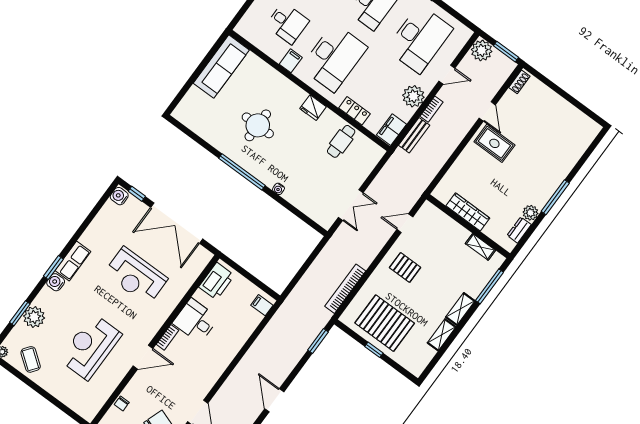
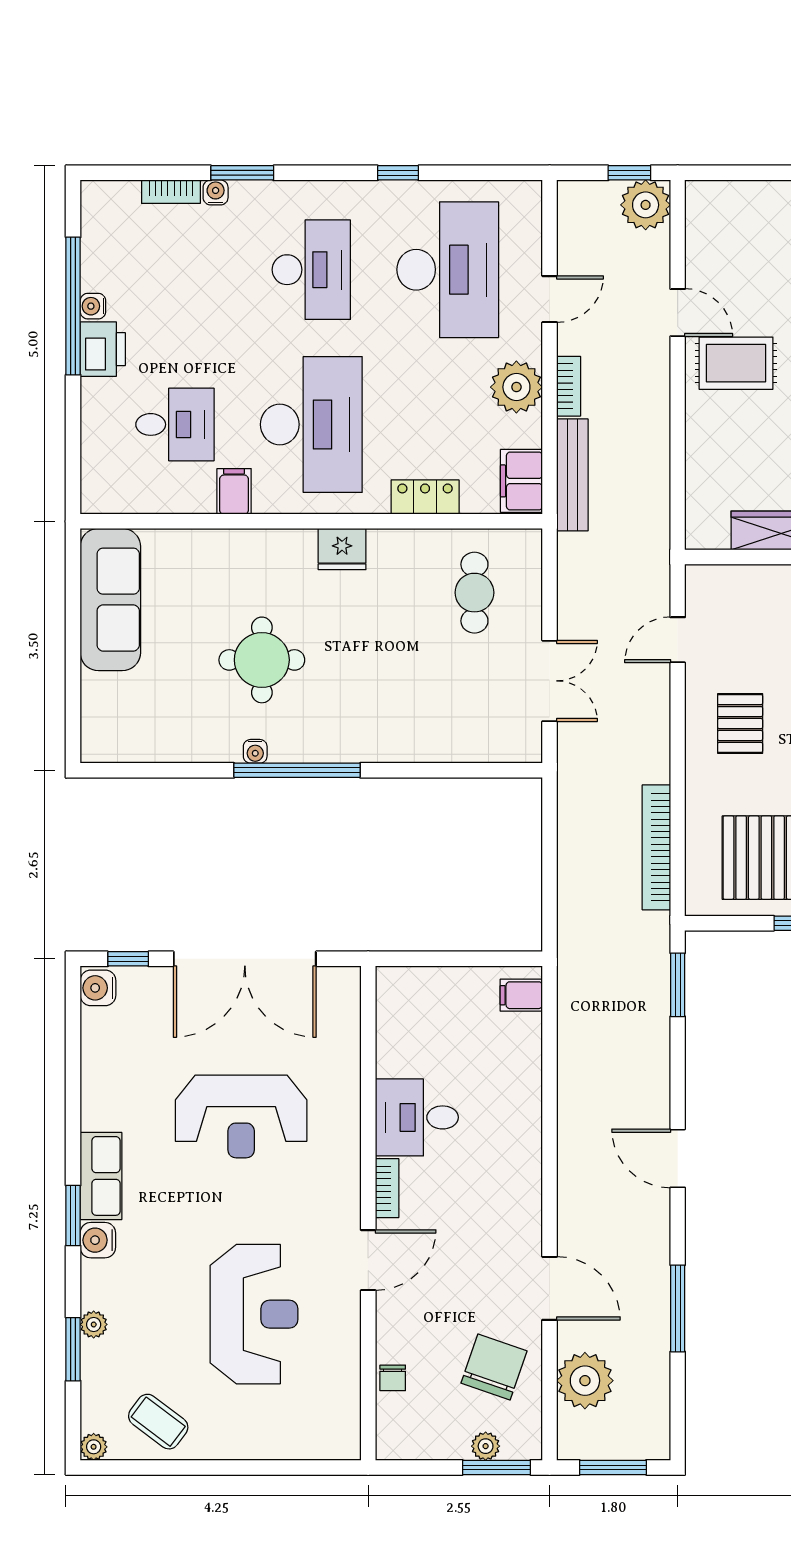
plant: (482, 50) -> (646, 205), moved
window: (506, 52) -> (629, 173), width x0.67
shoe rack: (519, 82) -> (697, 212), removed
bench: (414, 135) -> (572, 475), width x1.36
cafe table: (341, 141) -> (474, 593), moved
water cooler: (279, 189) -> (255, 751), moved
pallet: (405, 268) -> (740, 724), turned 90
printer: (217, 281) -> (402, 1013), removed
plant: (34, 317) -> (94, 1324), width x0.53, depth x0.53
reception desk: (90, 347) -> (254, 1314), turned 180

